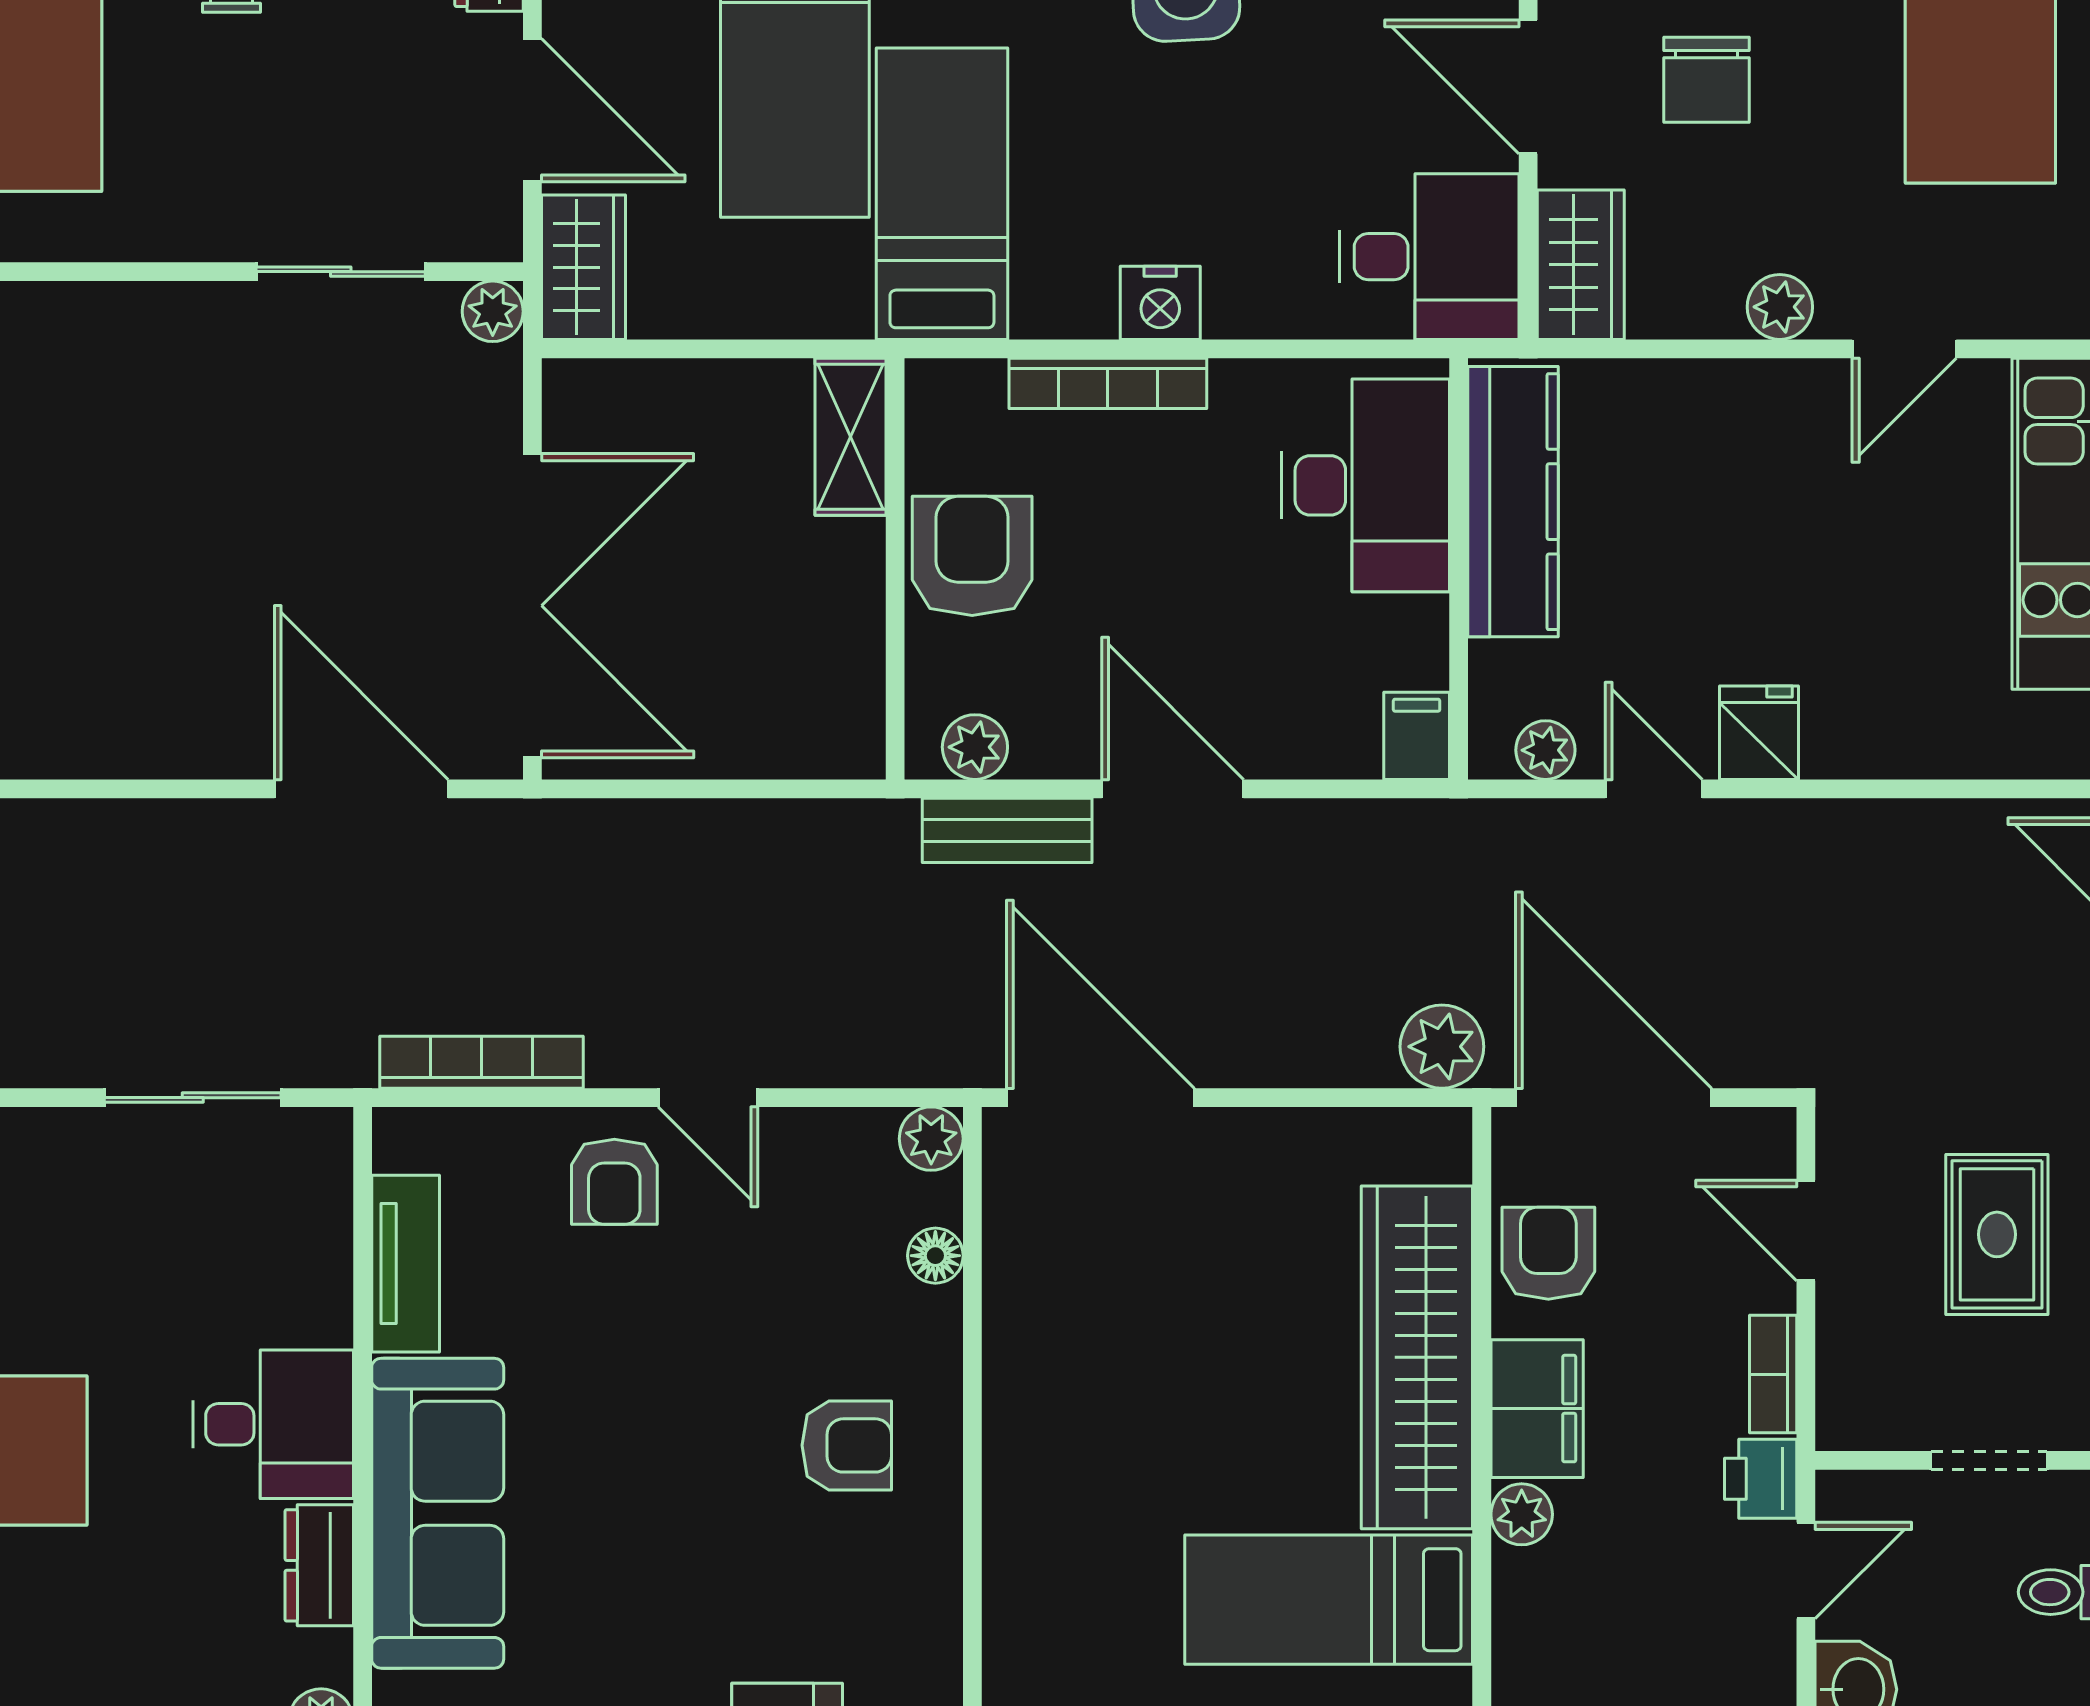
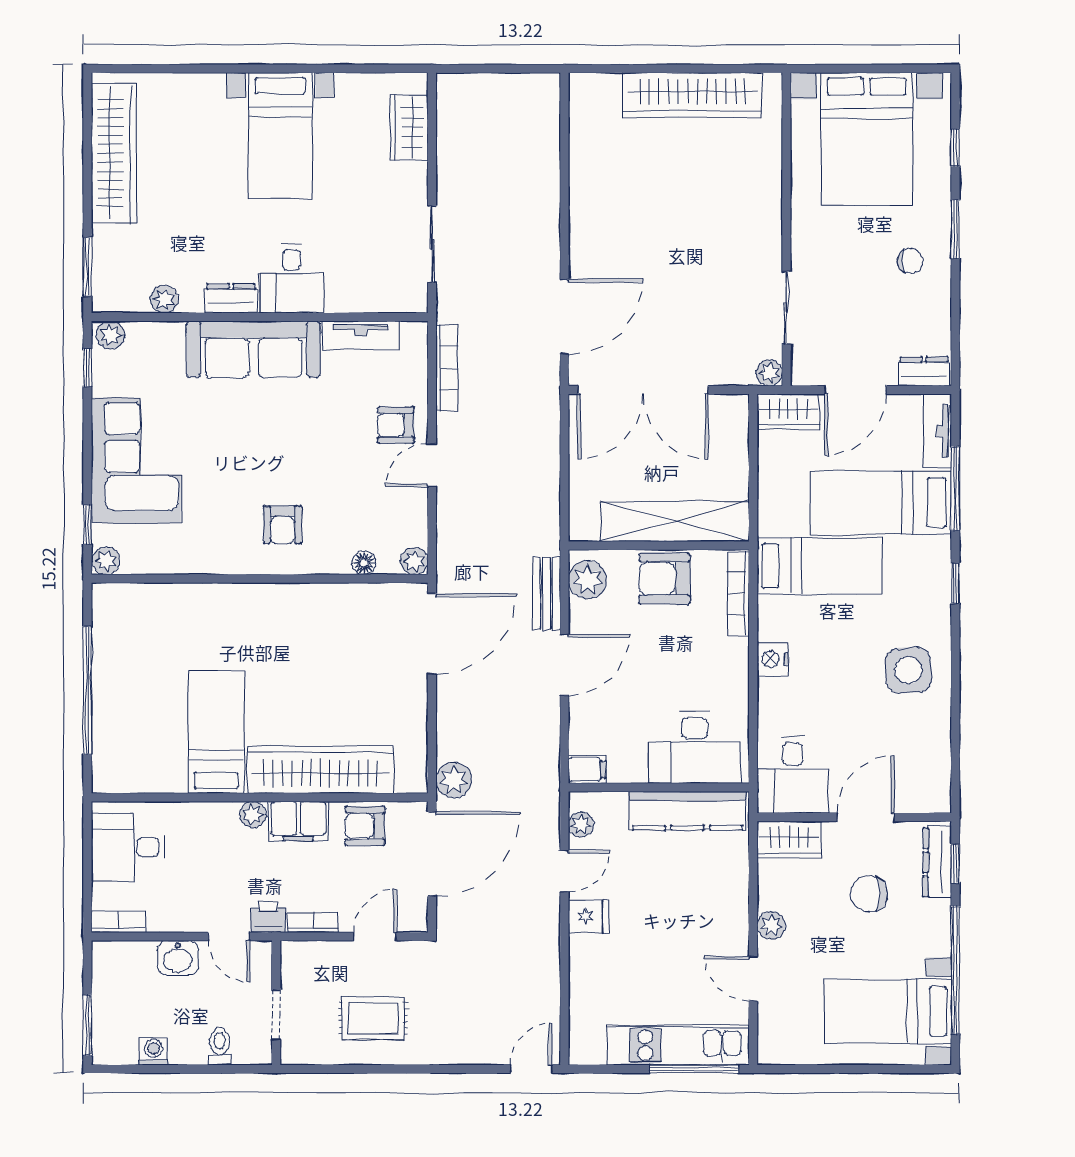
bookcase: (1108, 383) -> (738, 594), moved
shelving: (850, 437) -> (675, 521), width x2.20, depth x1.33
armchair: (972, 556) -> (664, 579), turned 180
plant: (975, 747) -> (588, 580), width x1.38, depth x1.38
armchair: (1548, 1253) -> (365, 826), turned 180

